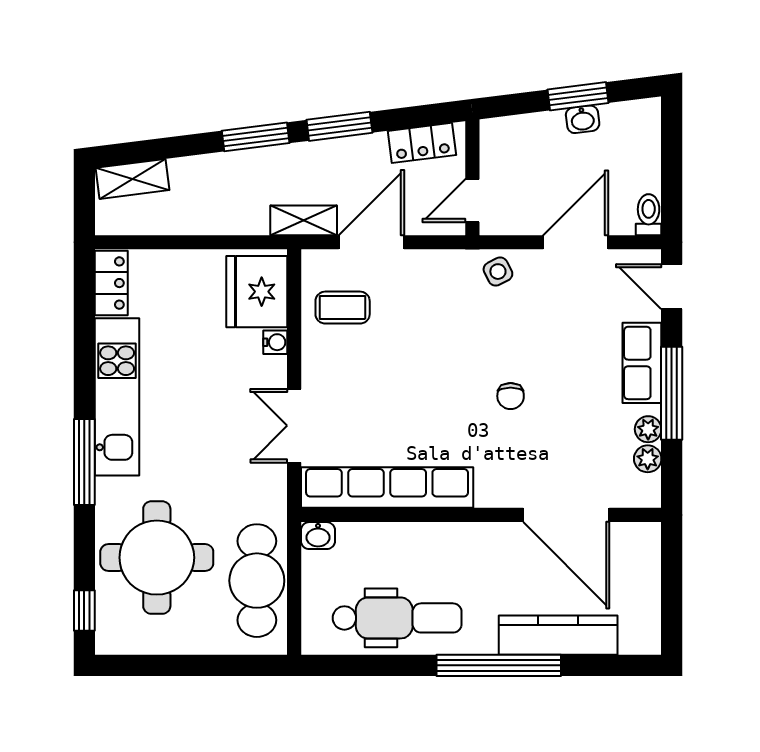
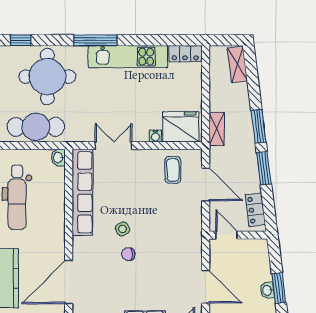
shelving: (304, 220) -> (217, 129), moved
side table: (498, 272) -> (122, 229), moved

